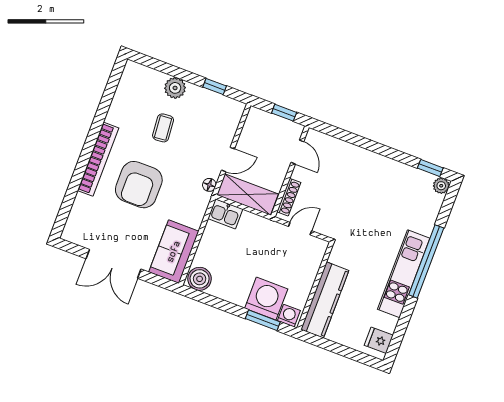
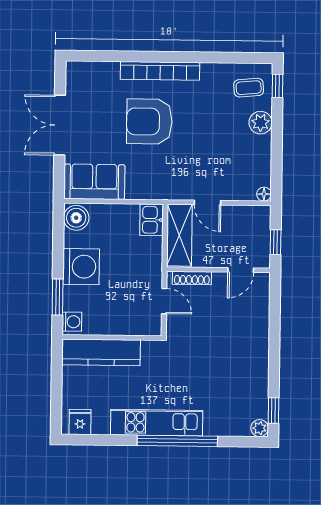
window: (215, 86) -> (277, 86), moved
coffee table: (163, 128) -> (249, 88), moved
floor lamp: (209, 185) -> (264, 194), moved
washing machine: (266, 299) -> (81, 267), moved

